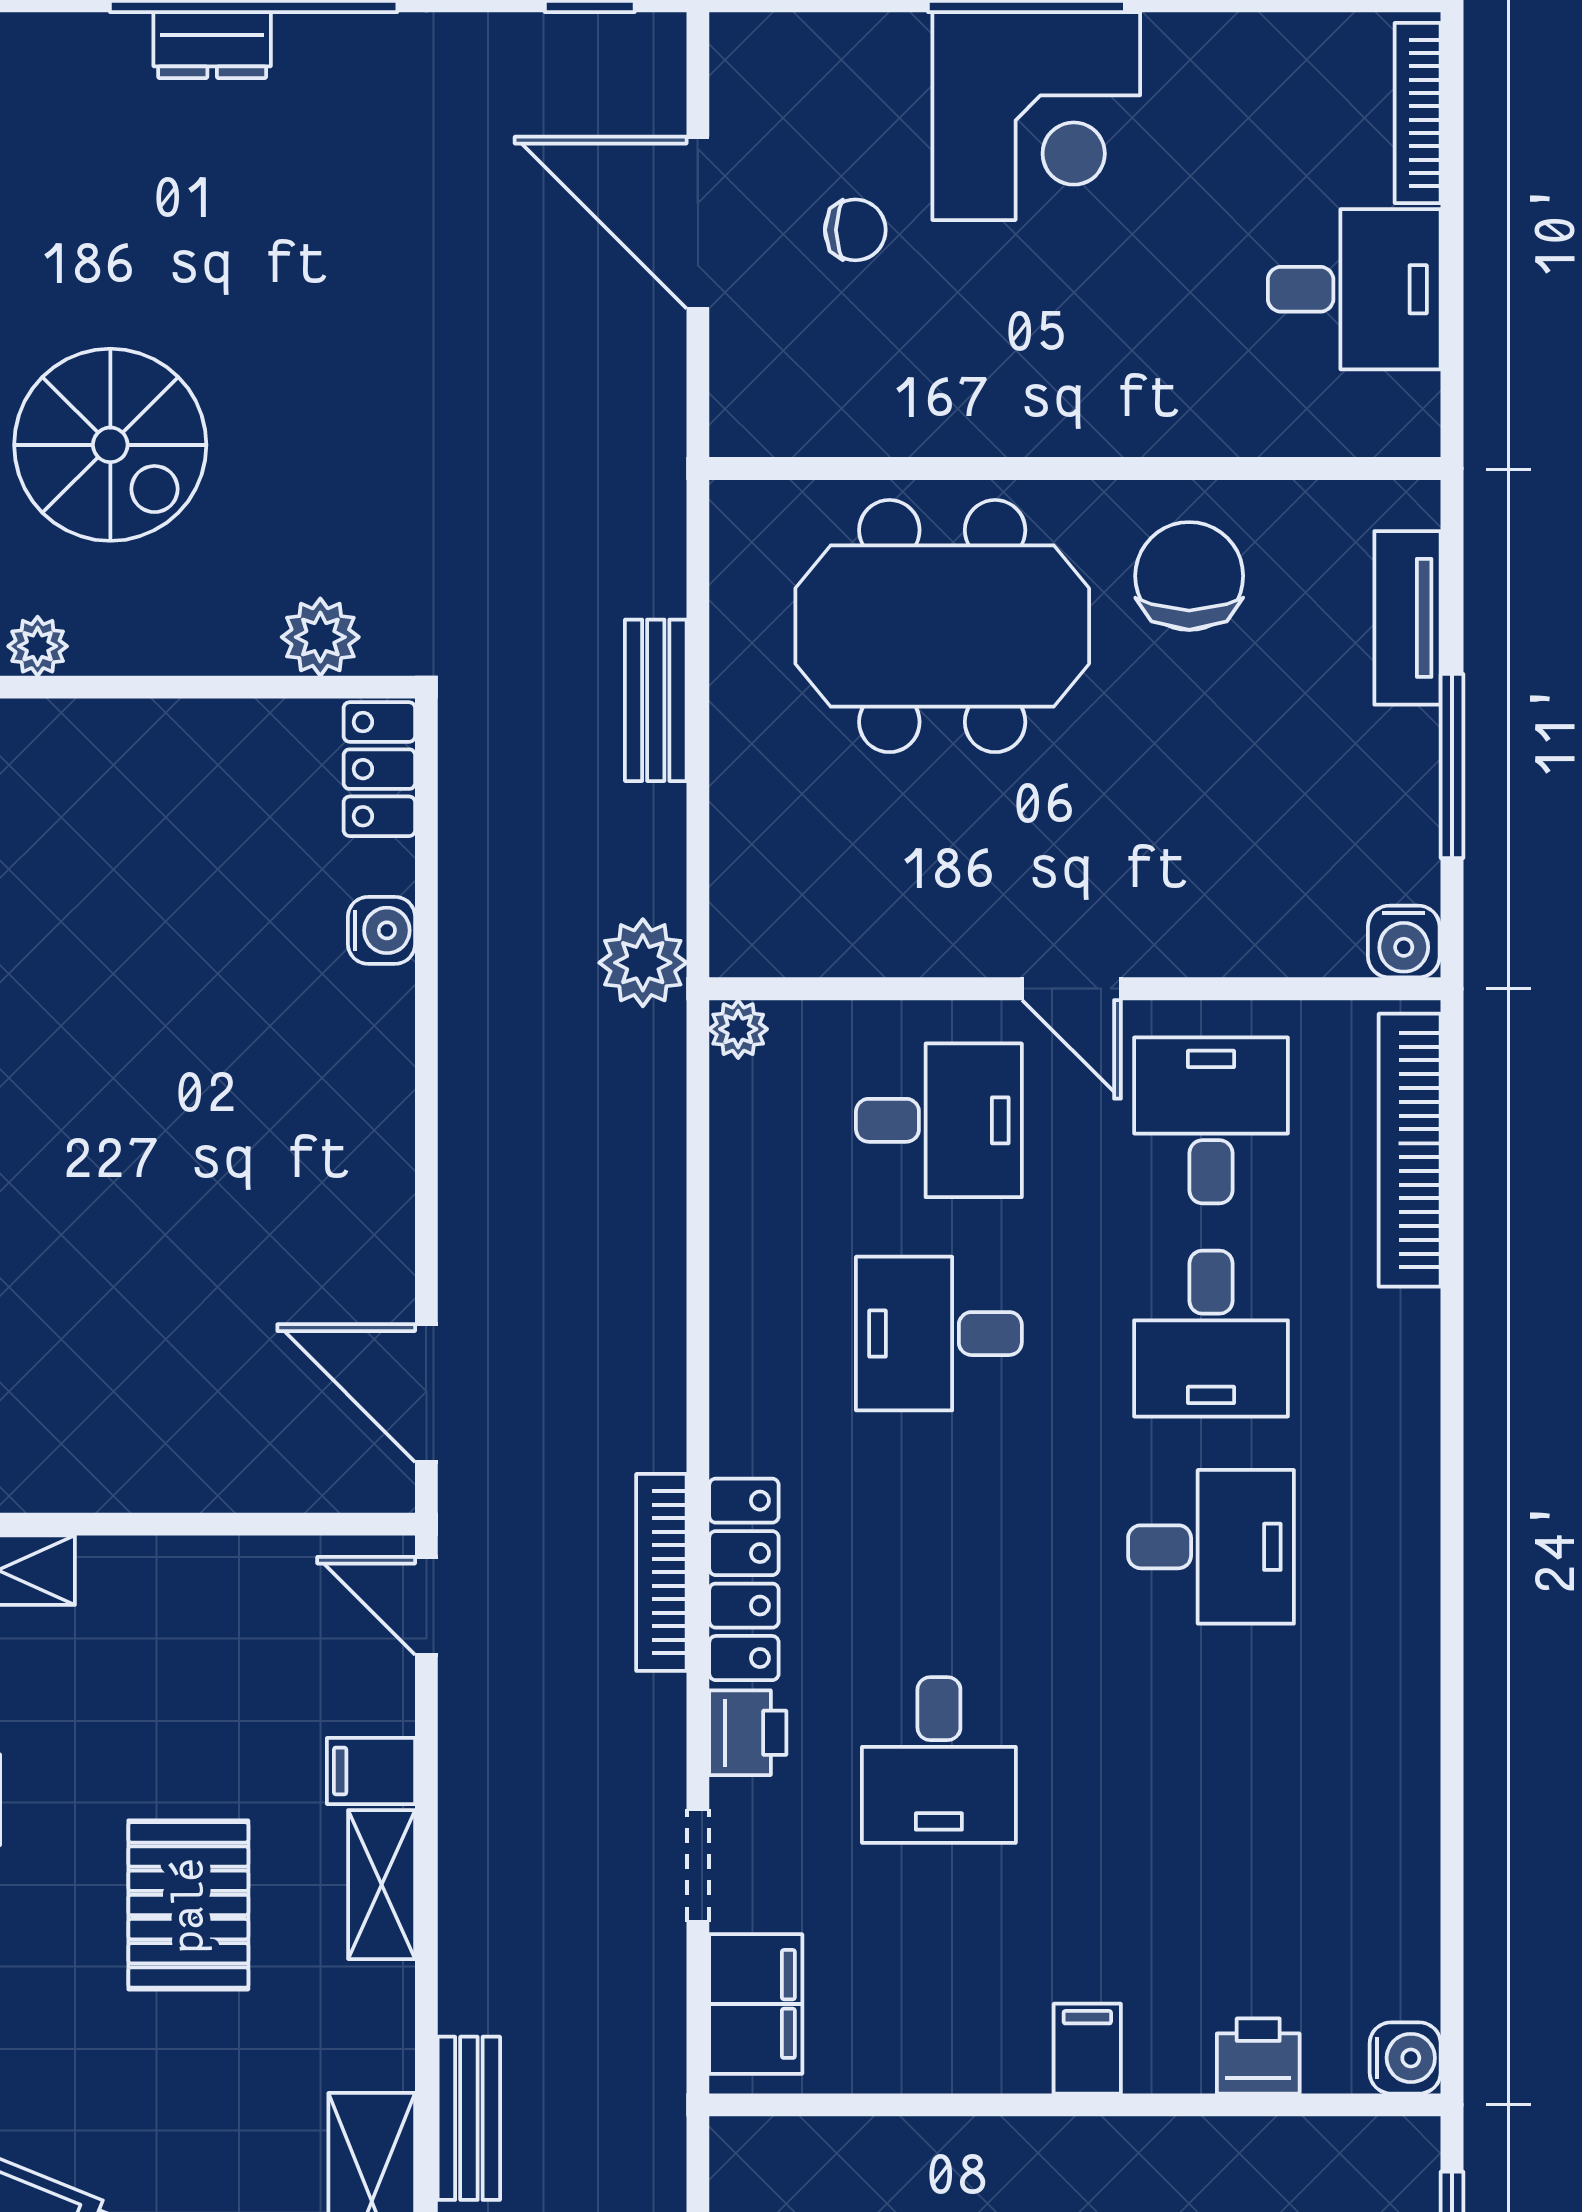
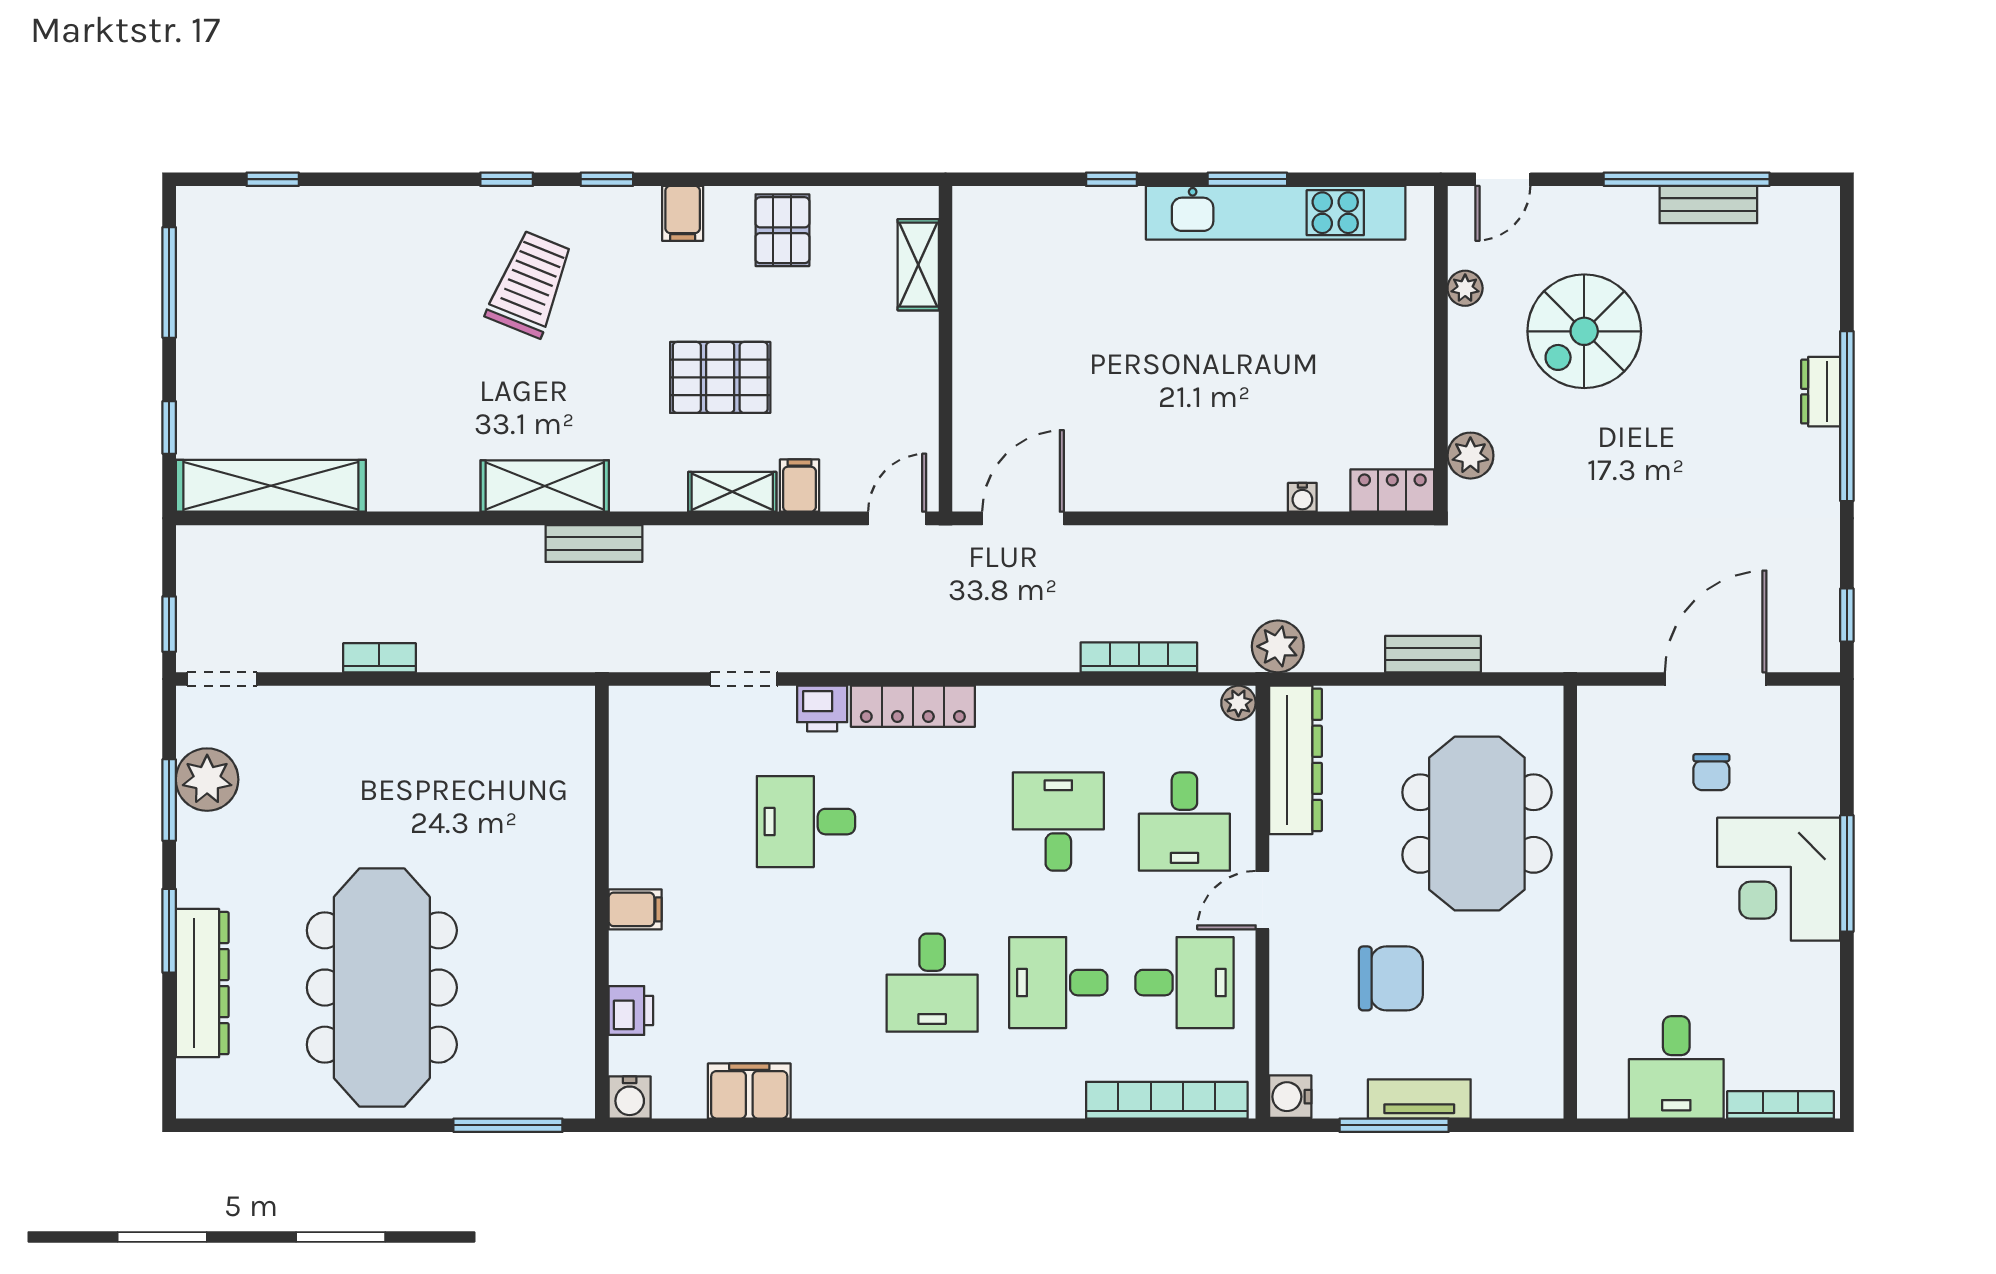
chair: (1189, 576) -> (1391, 978), moved
tv unit: (1408, 618) -> (1419, 1099), moved
water cooler: (382, 930) -> (1302, 497), width x0.72, depth x0.72
dresser: (835, 933) -> (1295, 760), added
bookcase: (661, 1572) -> (1139, 657), moved
filing cabinet: (756, 2004) -> (749, 1091), moved, turned 180

